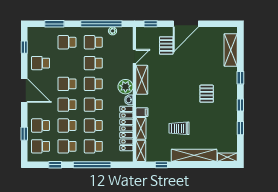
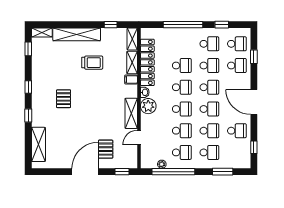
window: (240, 128) -> (28, 49), moved
school desk: (93, 146) -> (209, 131), moved

